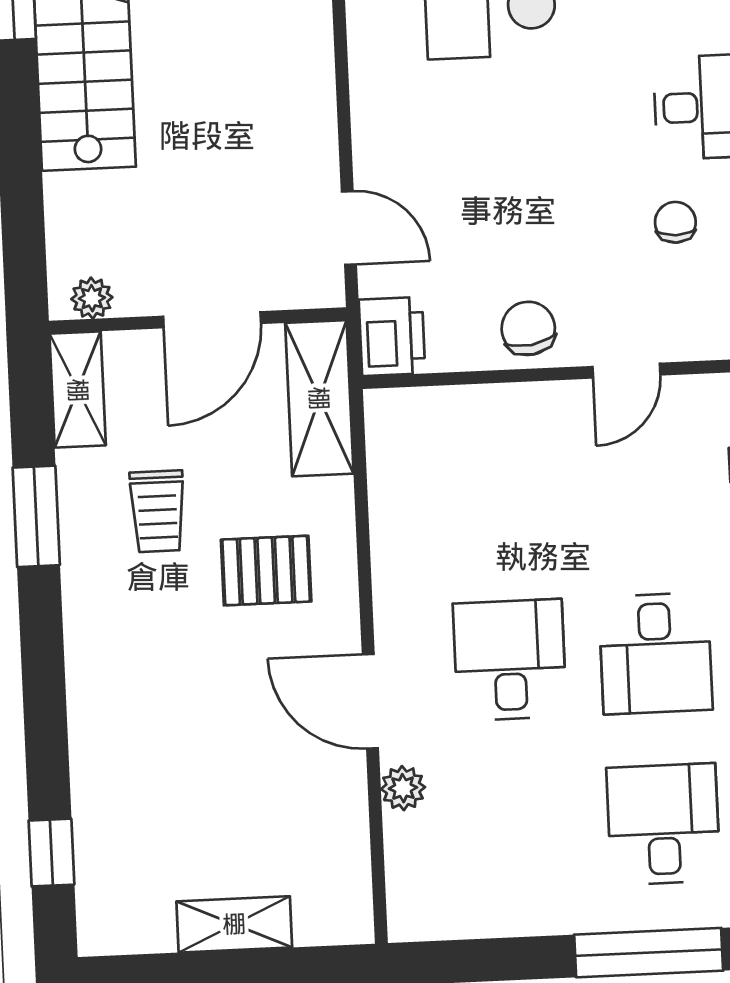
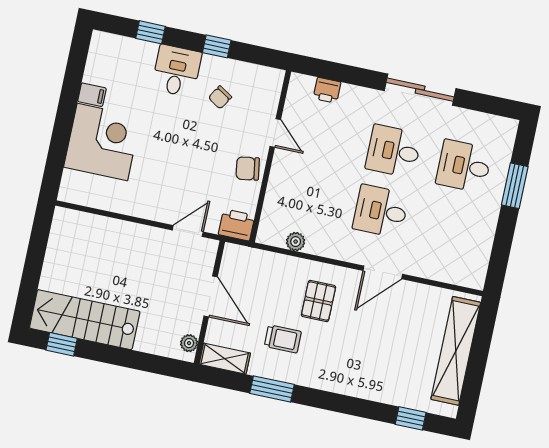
chair: (675, 222) -> (220, 97), turned -58
shelving: (319, 398) -> (254, 261), removed
desk: (656, 653) -> (394, 151), turned 180
plant: (403, 788) -> (296, 242), moved
shelving: (234, 924) -> (456, 351), width x2.20, depth x1.33
window: (649, 953) -> (515, 186), width x0.69

